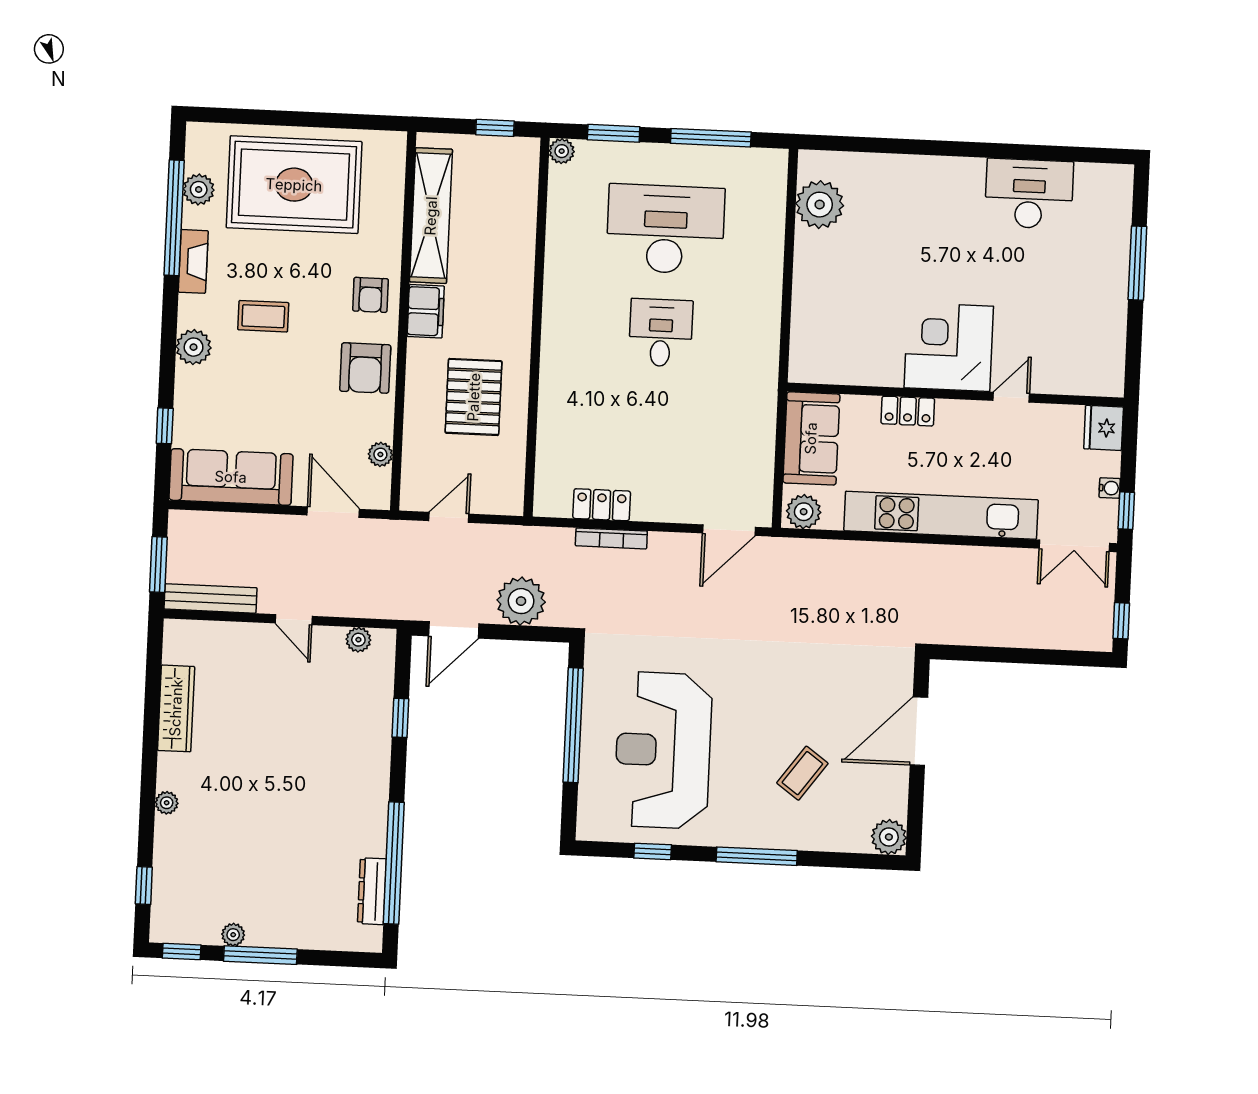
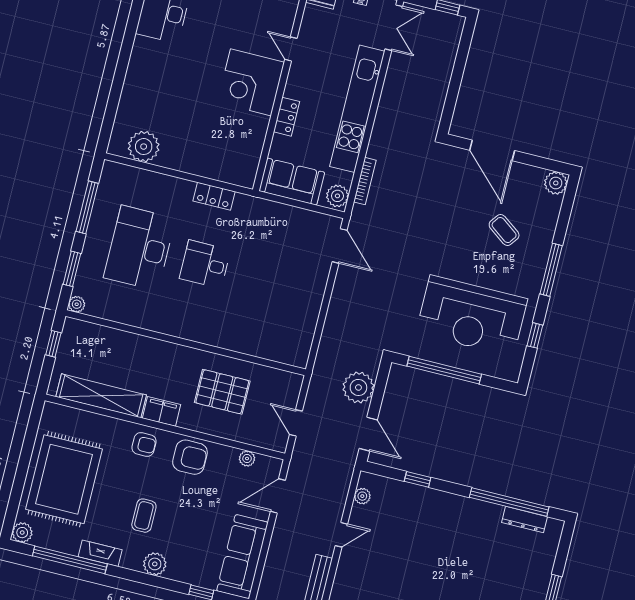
plant: (199, 189) -> (22, 533), moved
locker: (602, 505) -> (214, 196), moved, turned -90
bookcase: (611, 538) -> (365, 181), moved

